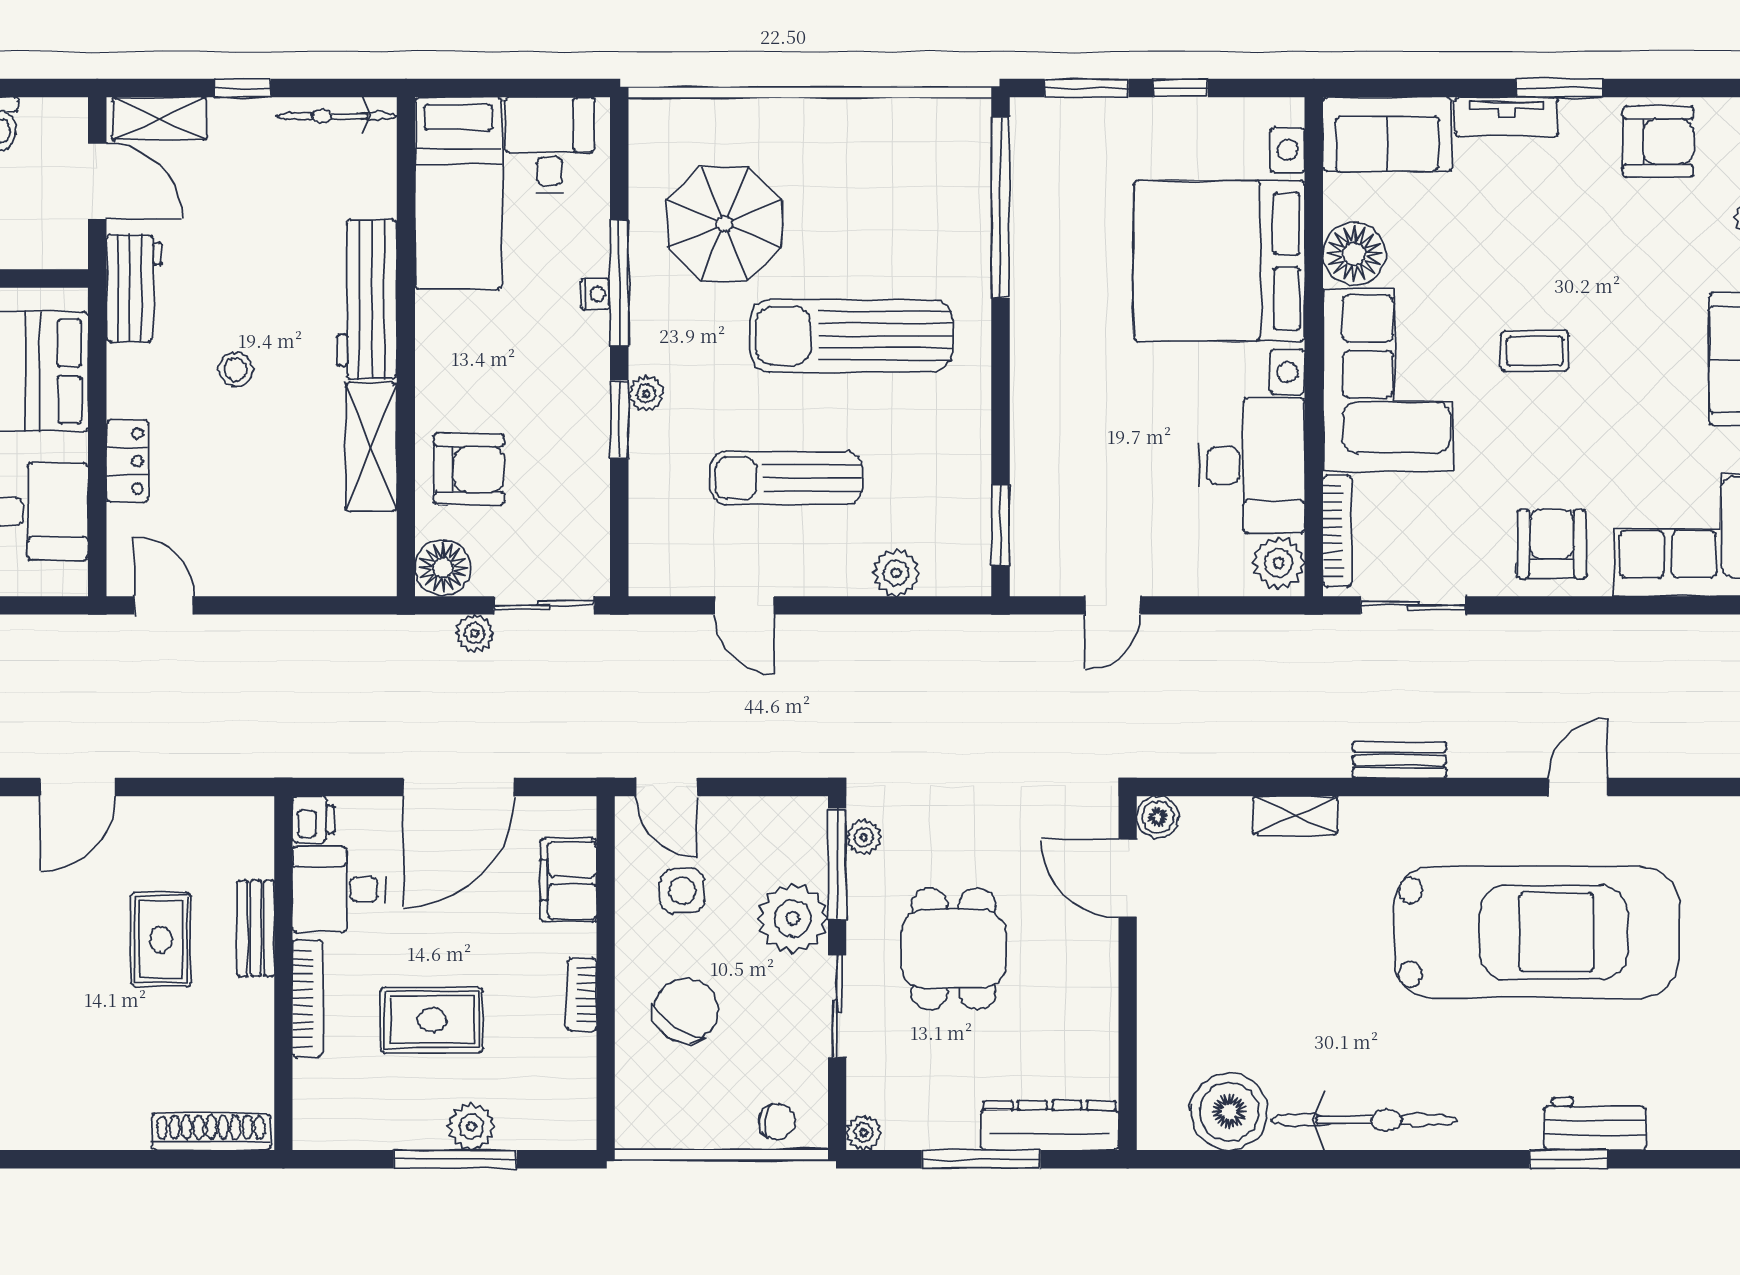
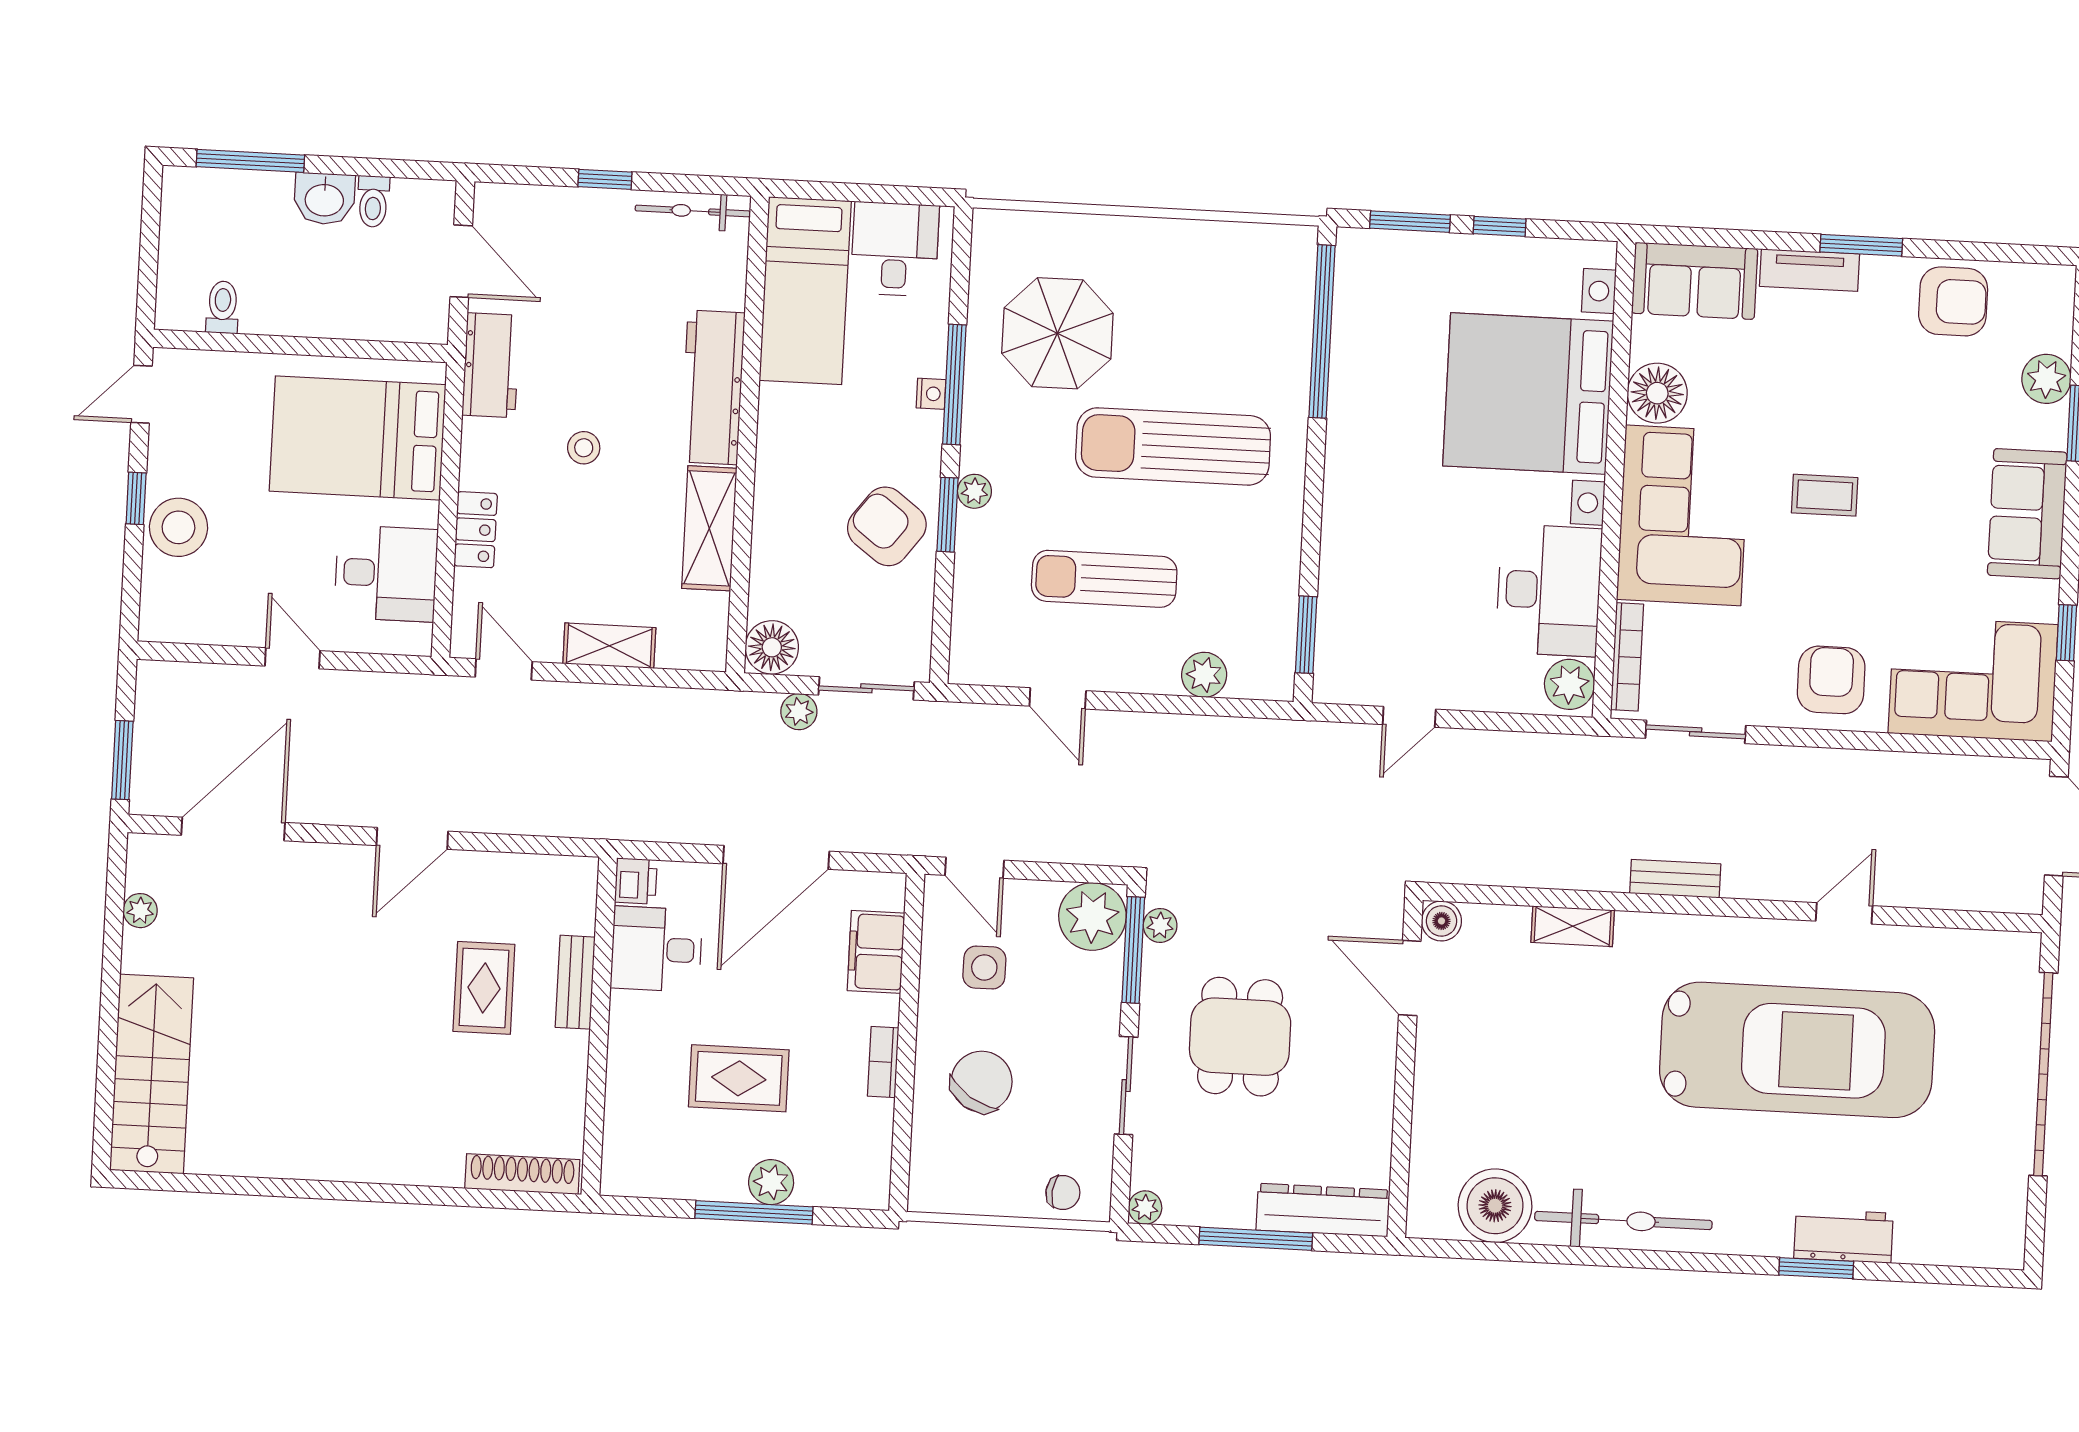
shelving: (159, 118) -> (609, 646), moved
armchair: (469, 469) -> (887, 526), moved, turned -143
plant: (793, 918) -> (1092, 917), moved
bookcase: (307, 998) -> (621, 1051), removed

